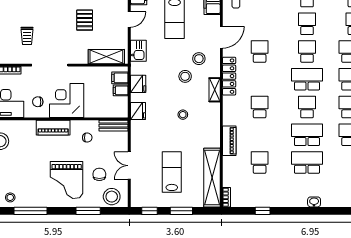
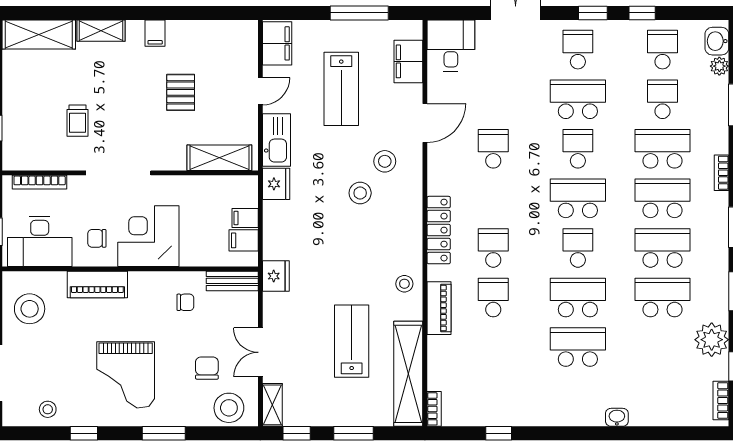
school desk: (307, 24) -> (578, 99), width x1.85
kitchen sink: (138, 51) -> (276, 140), width x1.38
locker: (229, 76) -> (439, 230), moved
filing cabinet: (120, 78) -> (244, 240), moved
fridge: (138, 84) -> (276, 184), moved
shelving: (215, 90) -> (272, 405), moved
fridge: (138, 111) -> (276, 276), moved
stool: (183, 115) -> (404, 284), moved
piano: (53, 128) -> (97, 284), moved
school desk: (260, 163) -> (493, 297), moved
lab bench: (172, 172) -> (352, 341), moved
grand piano: (67, 180) -> (126, 375), moved
washbasin: (314, 202) -> (617, 417), moved
window: (30, 211) -> (84, 433), width x0.46
window: (88, 211) -> (164, 433), moved

